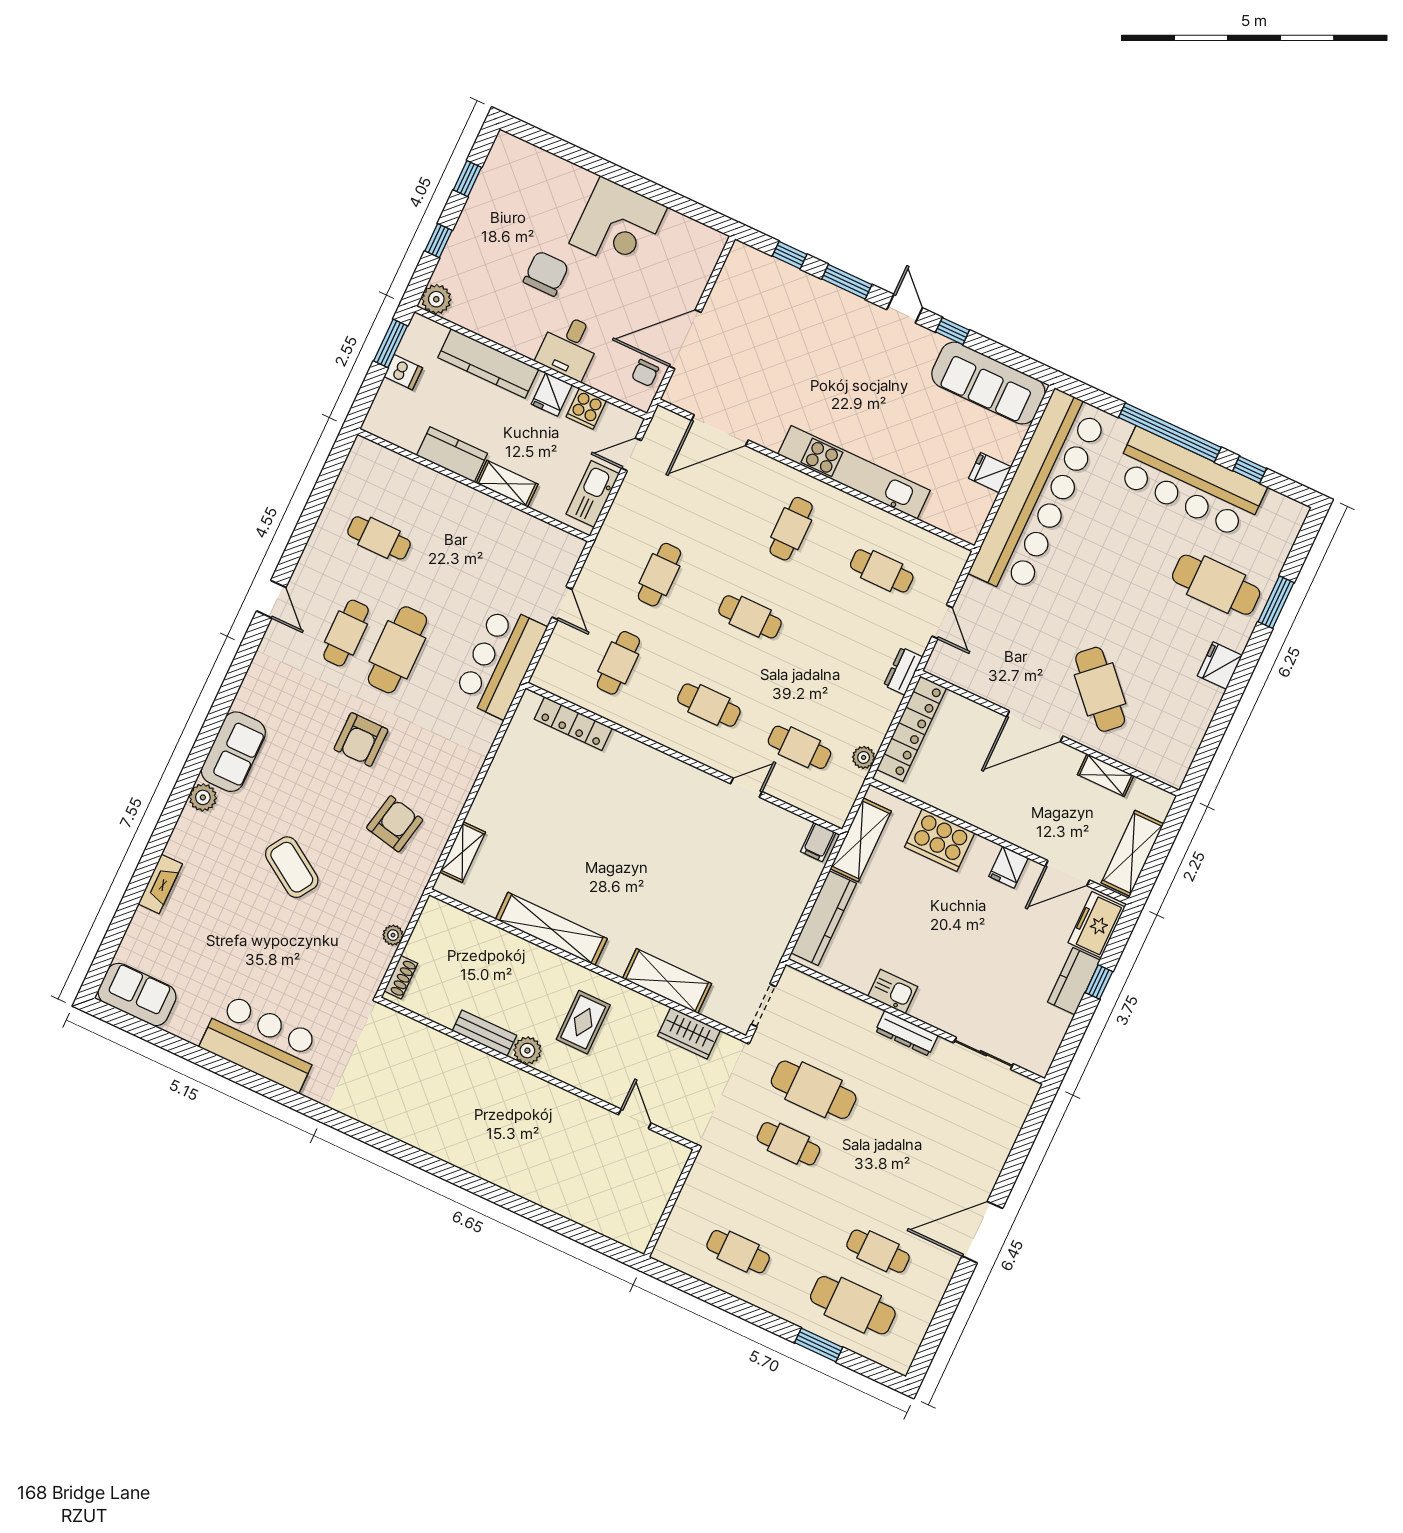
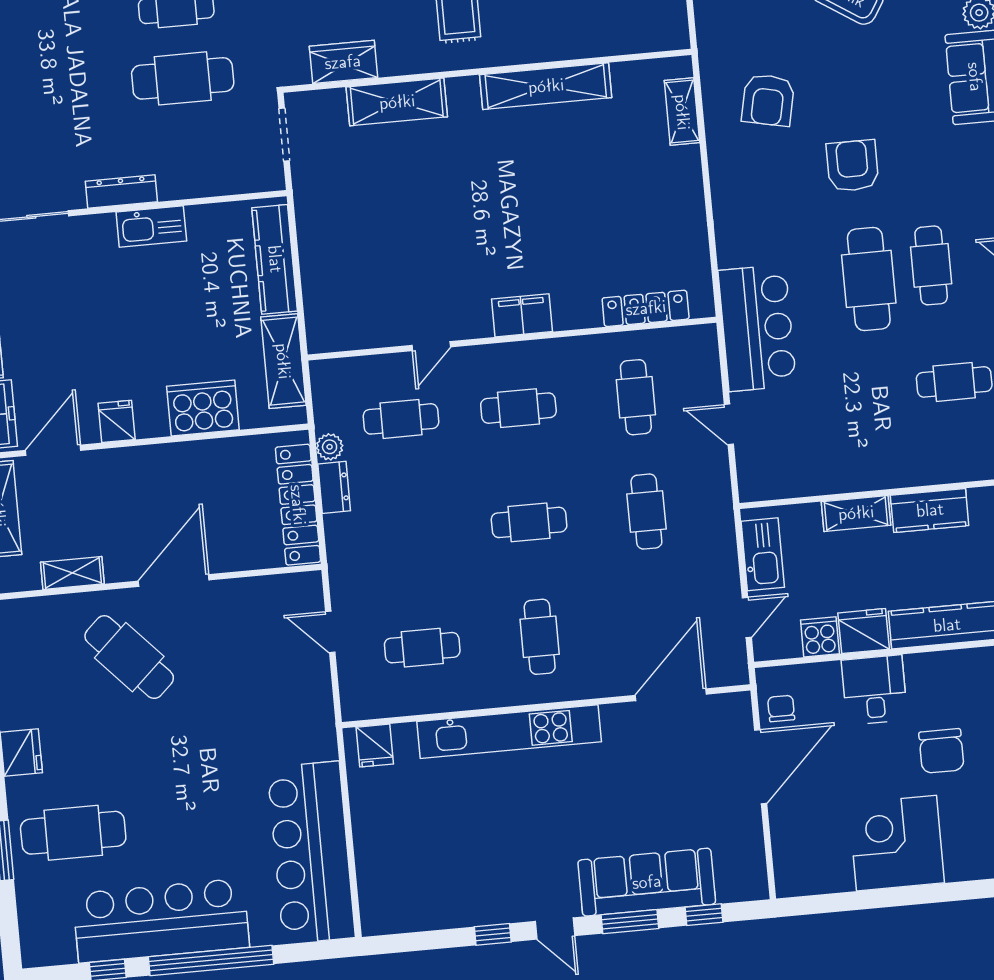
sofa: (988, 383) -> (647, 882), moved
fridge: (552, 394) -> (864, 631), width x1.38
fridge: (990, 473) -> (375, 746), moved, turned 90
bar counter: (1039, 493) -> (311, 852), width x0.73
dresser: (903, 671) -> (334, 487), moved
filing cabinet: (818, 842) -> (522, 315), moved, width x2.00
kitchen sink: (893, 992) -> (151, 227), width x1.38

